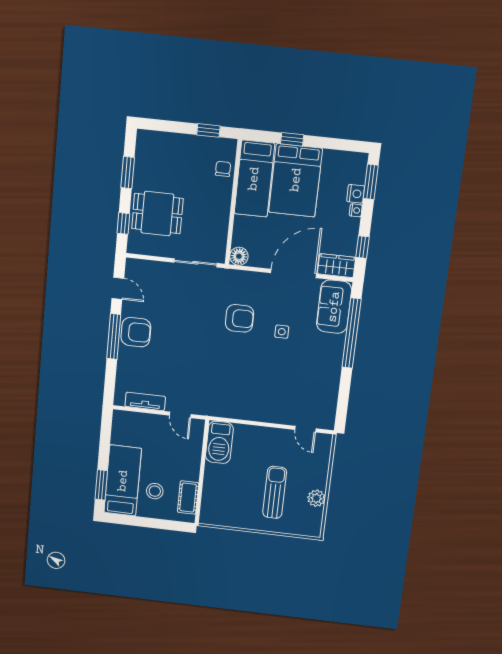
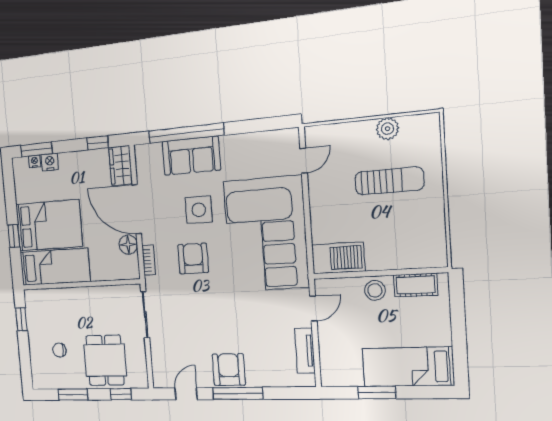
chair: (223, 169) -> (59, 350), moved
nightstand: (356, 210) -> (35, 161), moved
floor lamp: (239, 256) -> (128, 245), moved
bookcase: (245, 276) -> (149, 260), added
sofa: (334, 307) -> (191, 156), moved
side table: (282, 332) -> (199, 210), width x1.87, depth x1.87
corner sofa: (250, 387) -> (266, 234), added
window: (101, 485) -> (377, 393), moved
stool: (155, 491) -> (375, 290), moved
sun lounger: (275, 492) -> (389, 181), turned 180

